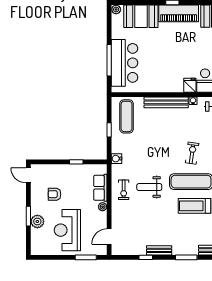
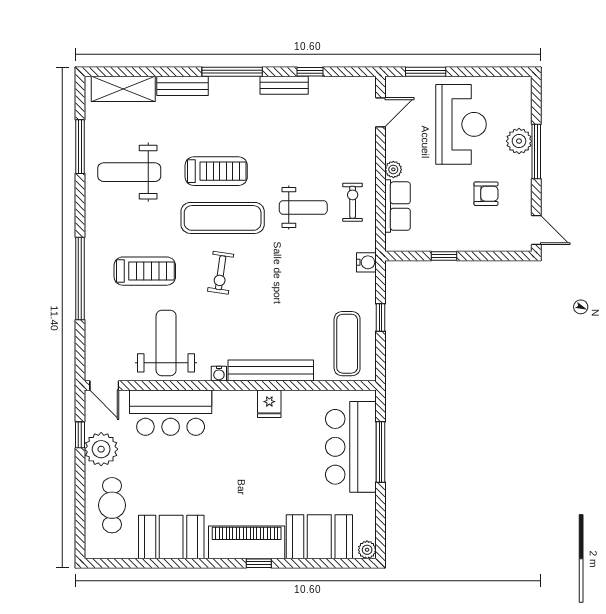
fridge: (190, 85) -> (269, 404), moved
window: (28, 216) -> (536, 151), width x1.44
window: (186, 257) -> (232, 72), width x1.44

